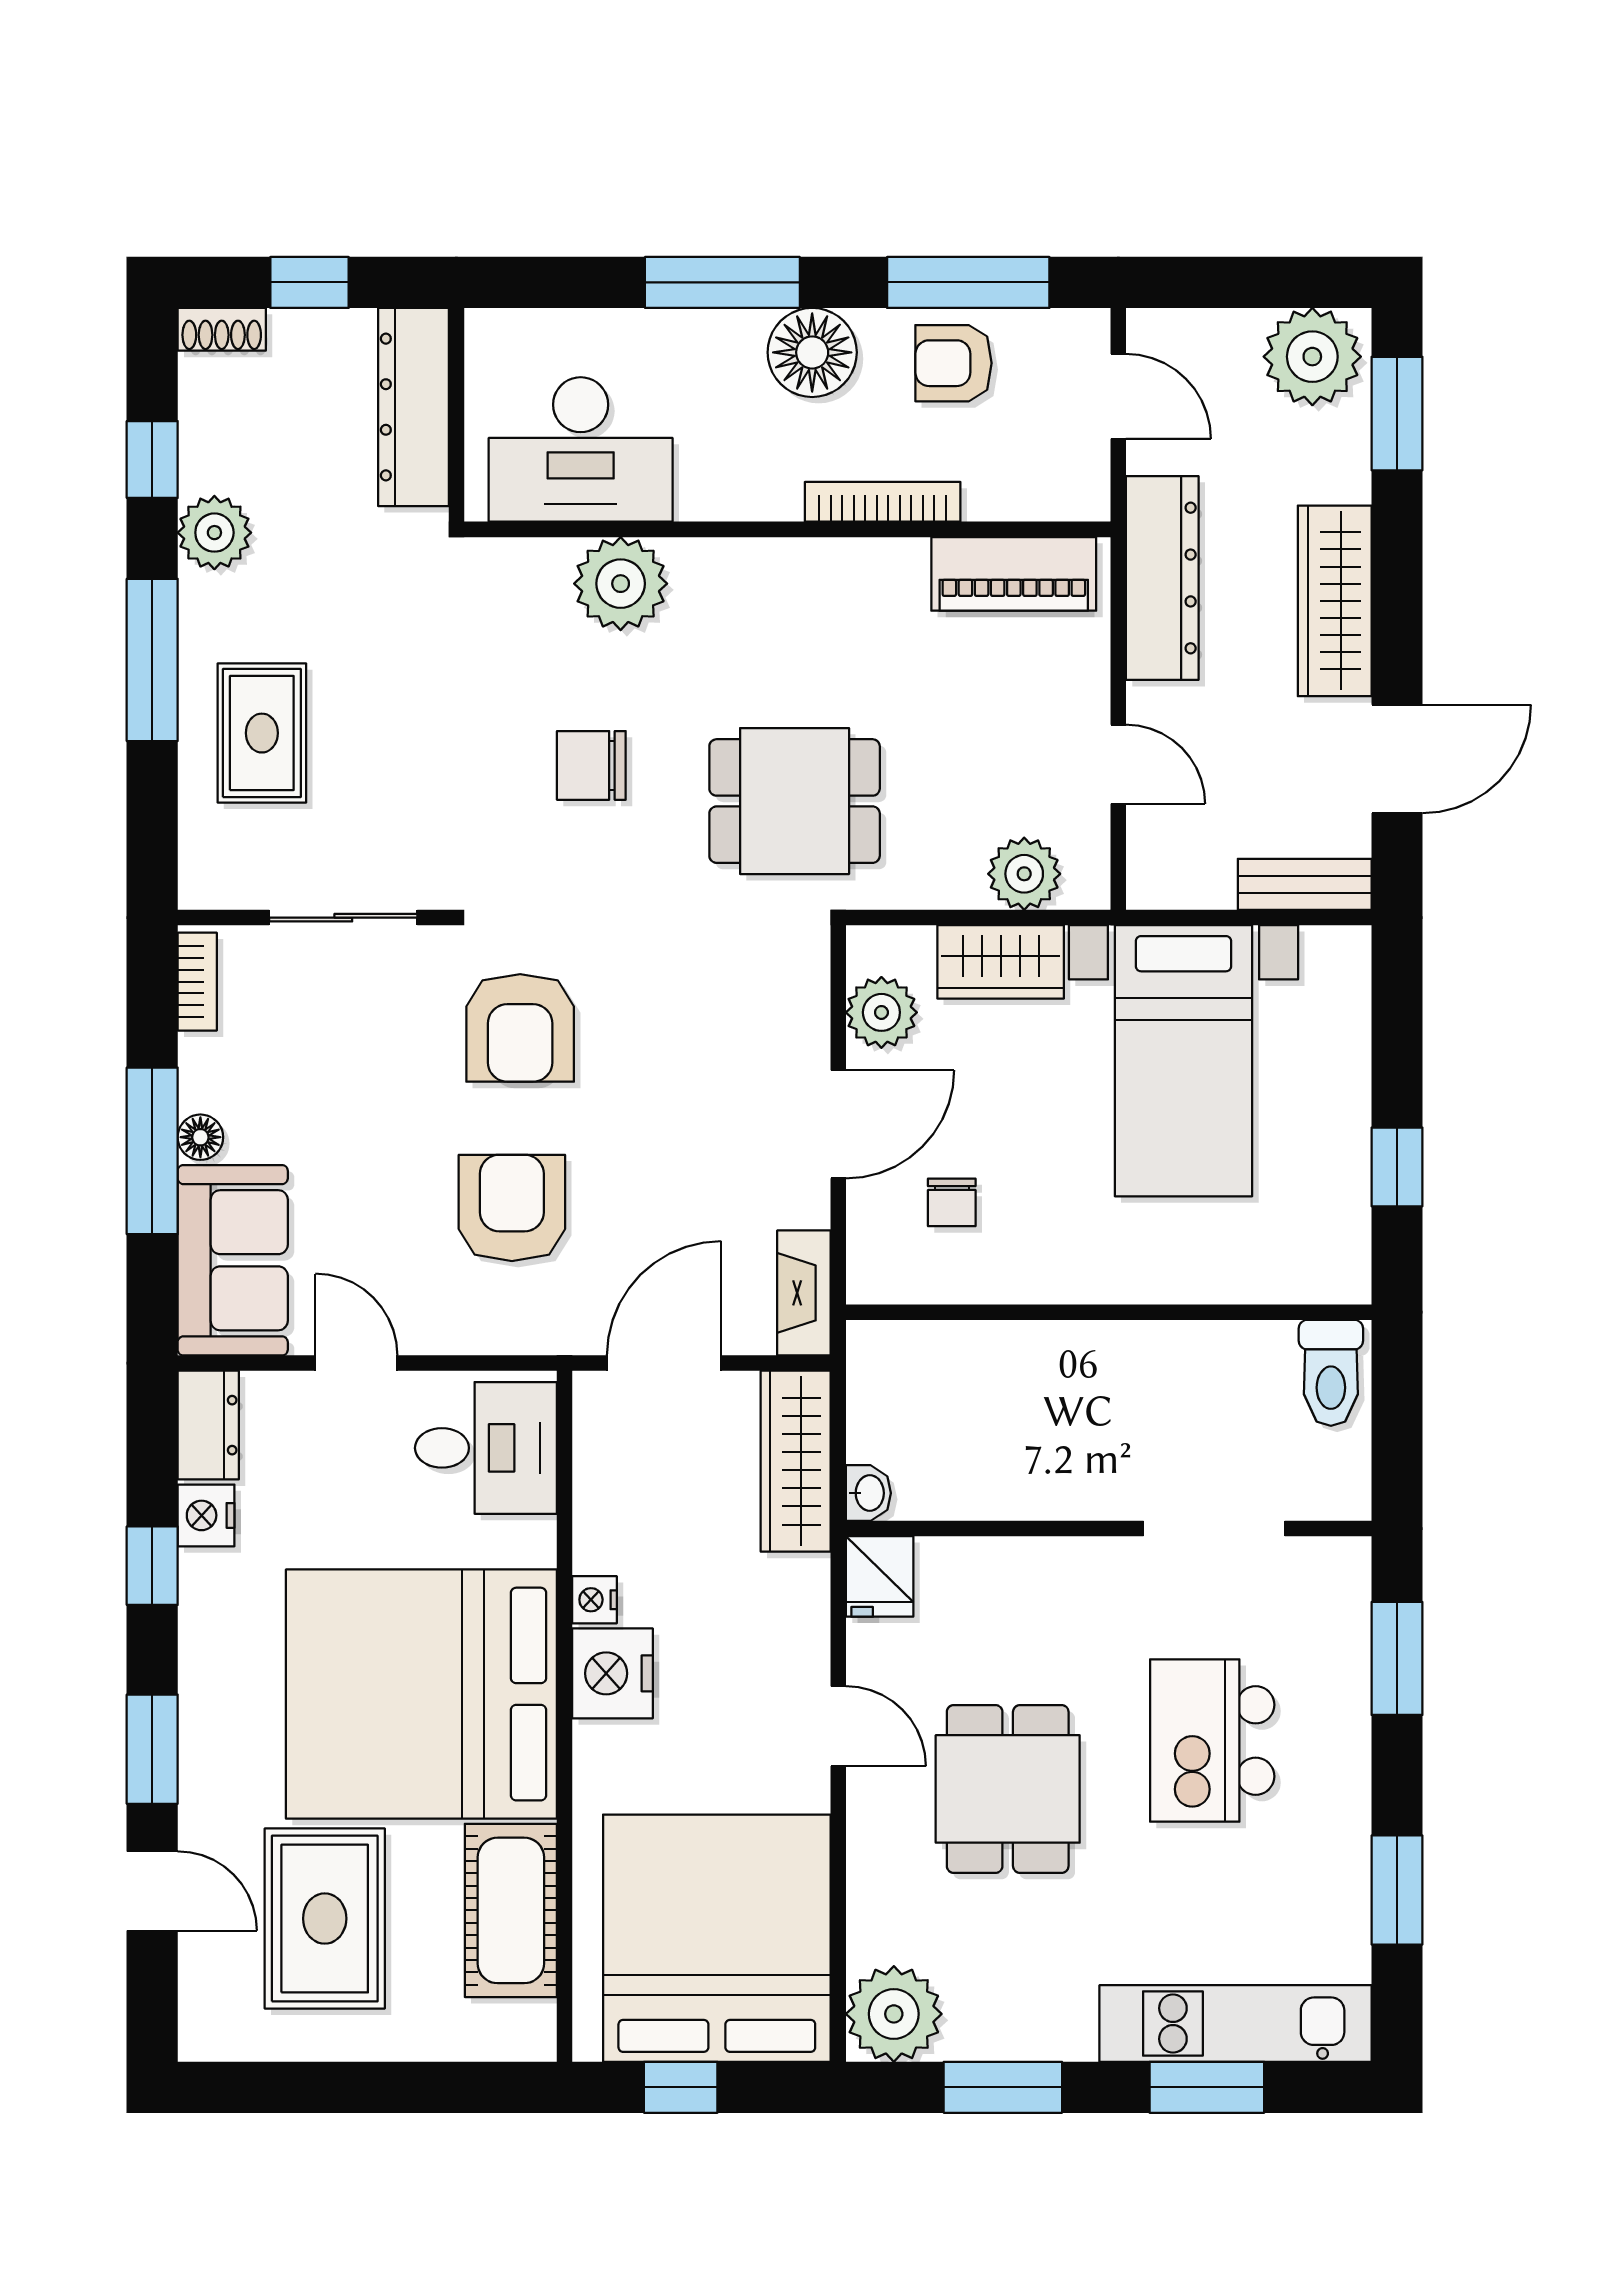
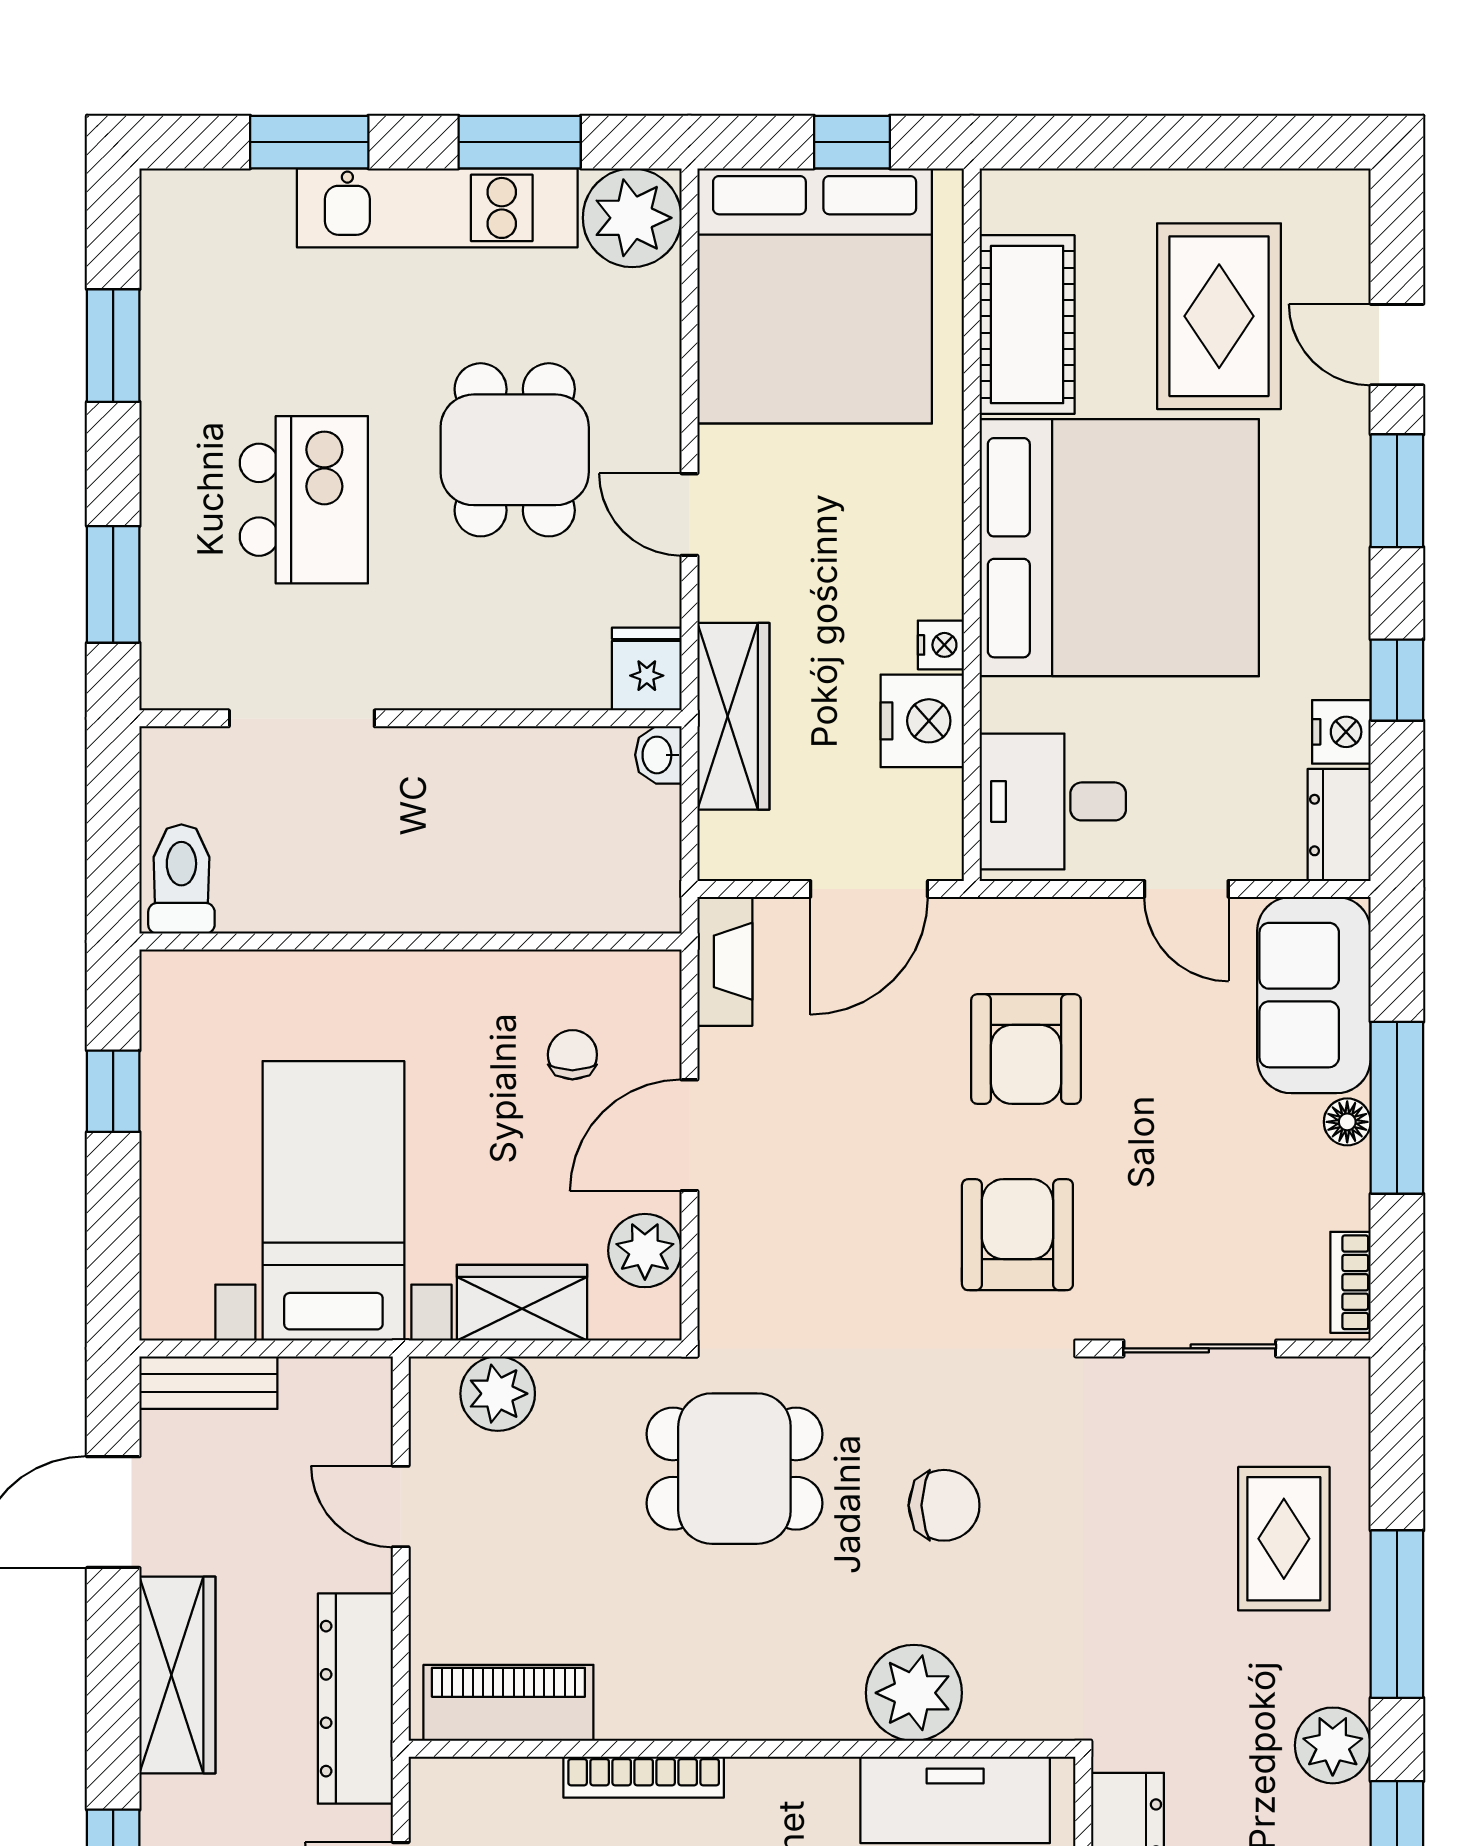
wardrobe: (796, 1461) -> (733, 716), moved
nightstand: (613, 1673) -> (922, 721), moved
kitchen unit: (1236, 2024) -> (437, 208), moved

